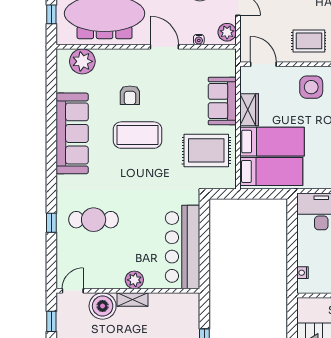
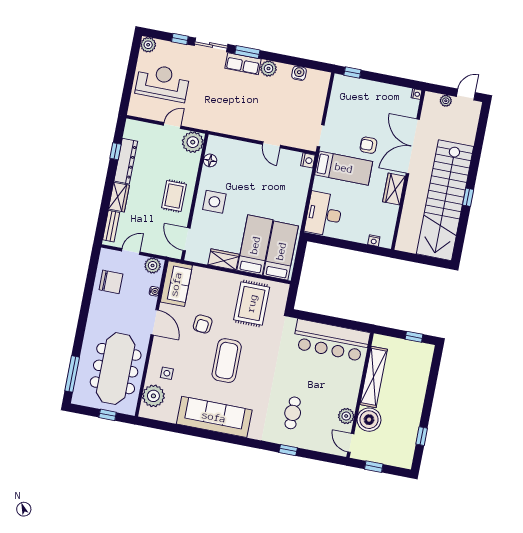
door: (164, 47) -> (155, 322), swing flipped
door: (263, 64) -> (186, 239), hinge flipped
side table: (110, 71) -> (167, 373), added
armchair: (130, 95) -> (203, 324), moved, turned 96
sofa: (222, 101) -> (176, 284), moved, turned -90
cafe table: (94, 220) -> (293, 413), width x0.73, depth x0.74
plant: (134, 280) -> (346, 416), moved
shelving: (133, 300) -> (374, 377), width x2.20, depth x1.33

